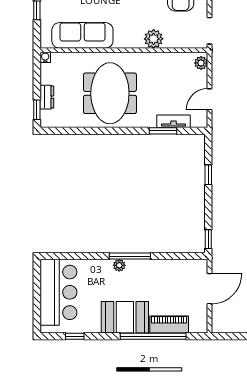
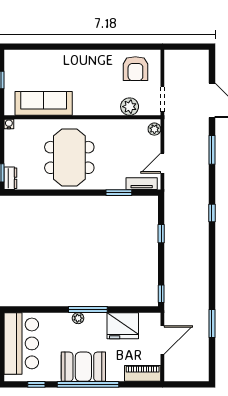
plant: (154, 39) -> (130, 107), moved
dresser: (47, 97) -> (10, 178), moved
tv unit: (173, 121) -> (142, 184), moved
fridge: (167, 273) -> (123, 326), added
piano: (169, 324) -> (143, 373), moved
window: (153, 336) -> (88, 384), moved

